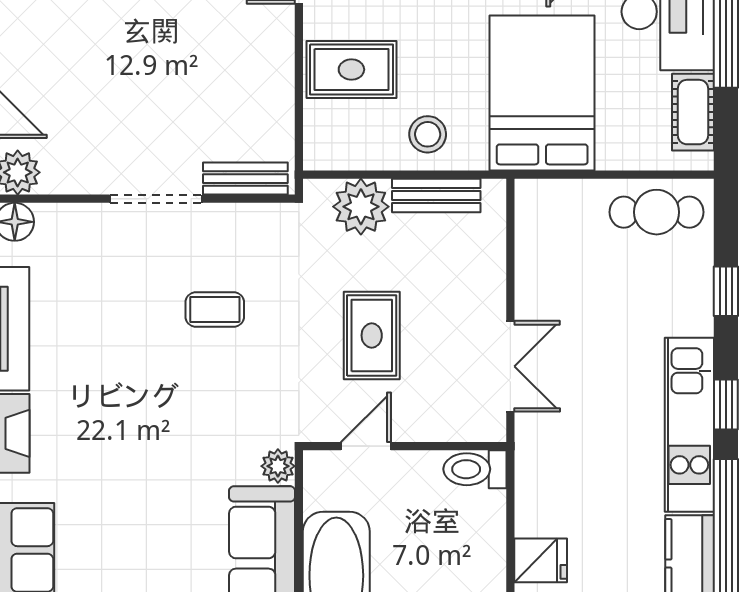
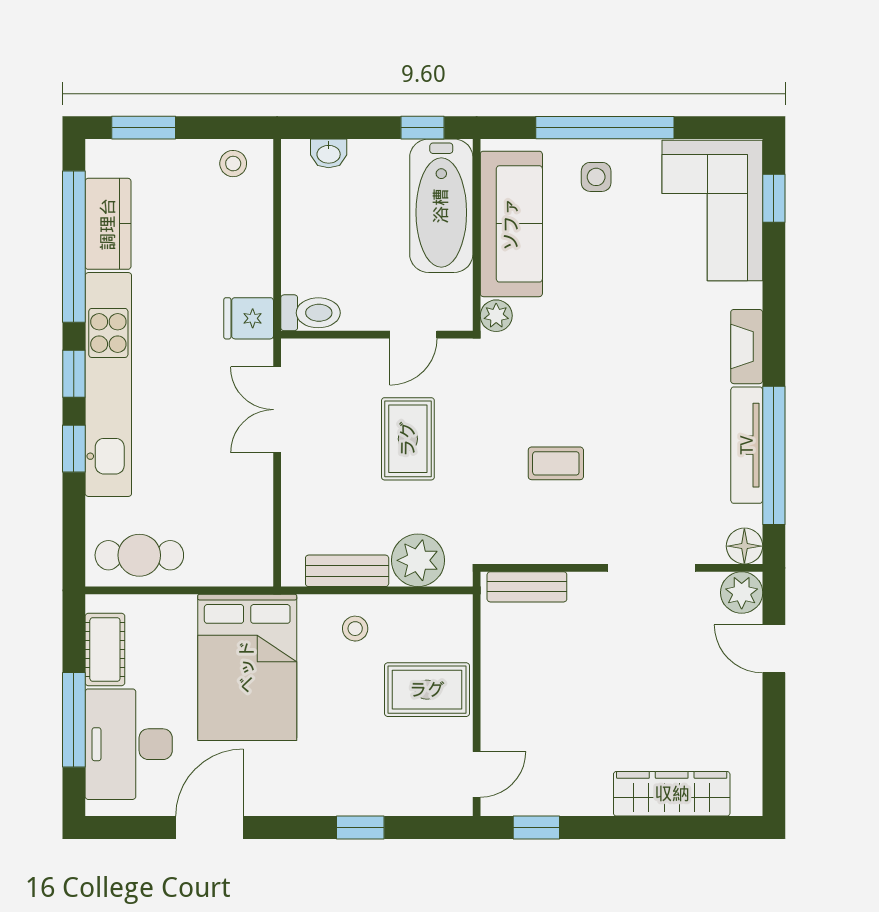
stool: (428, 134) -> (355, 629), width x0.73, depth x0.73
doorway: (156, 199) -> (652, 568), moved
window: (726, 291) -> (74, 449), moved
kitchen unit: (689, 425) -> (108, 384), width x1.36
fridge: (541, 560) -> (249, 318), moved

